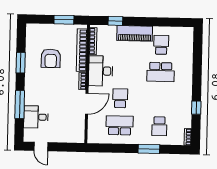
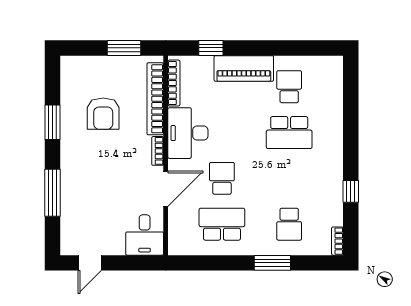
desk: (36, 117) -> (145, 235), moved, turned -90
door: (41, 147) -> (90, 263), hinge flipped

